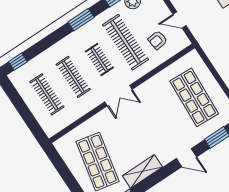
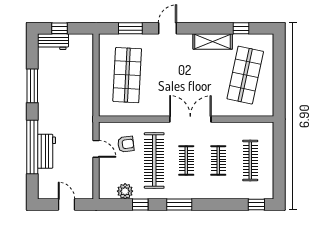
clothes rail: (73, 77) -> (218, 160), width x0.73
double door: (118, 96) -> (190, 119), width x1.37
door: (186, 158) -> (168, 28), hinge flipped

